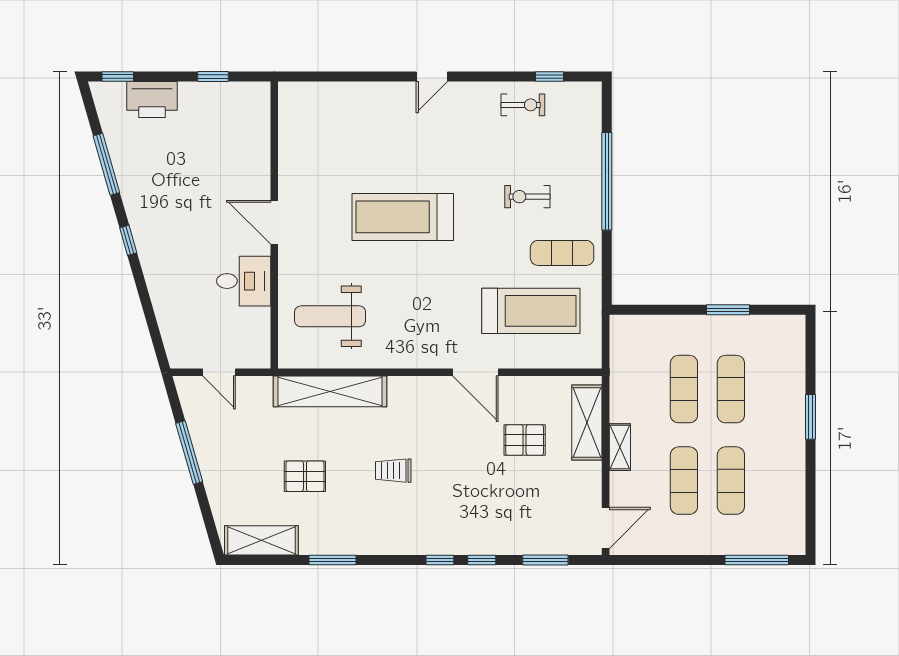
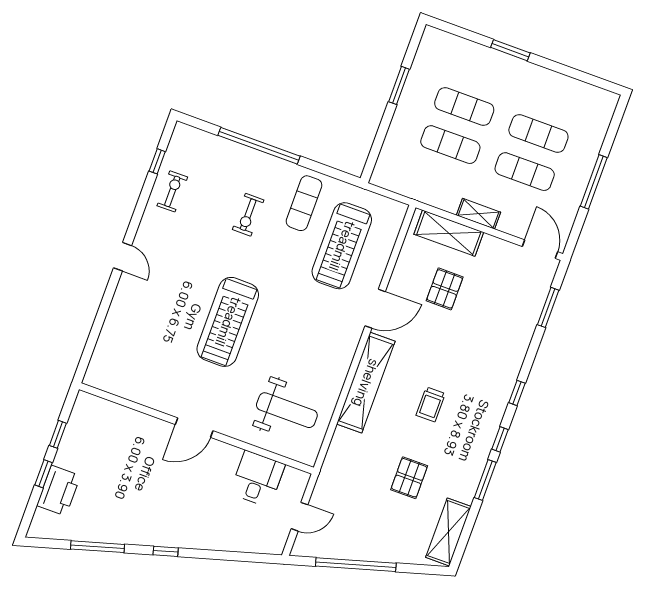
window: (118, 77) -> (44, 474), moved
desk: (244, 281) -> (257, 479), moved
treadmill: (531, 311) -> (342, 246), turned 180
weight bench: (330, 316) -> (287, 410), turned -90
shelving: (330, 391) -> (366, 383), moved
window: (189, 453) -> (356, 565), width x1.46
window: (482, 560) -> (500, 439), moved
window: (757, 560) -> (594, 182), moved

